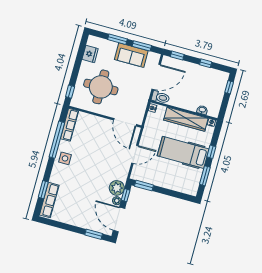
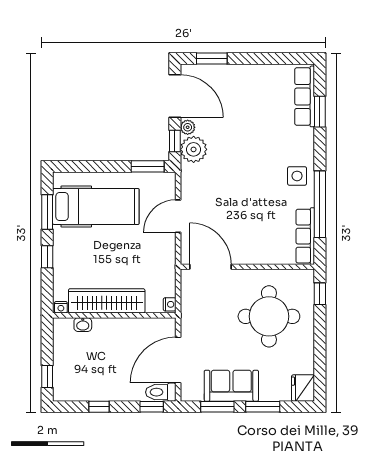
fridge: (90, 54) -> (303, 388), moved
toilet: (161, 97) -> (161, 392), moved
hospital bed: (183, 152) -> (96, 206), moved

